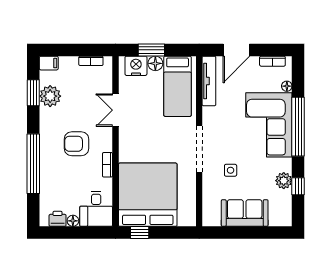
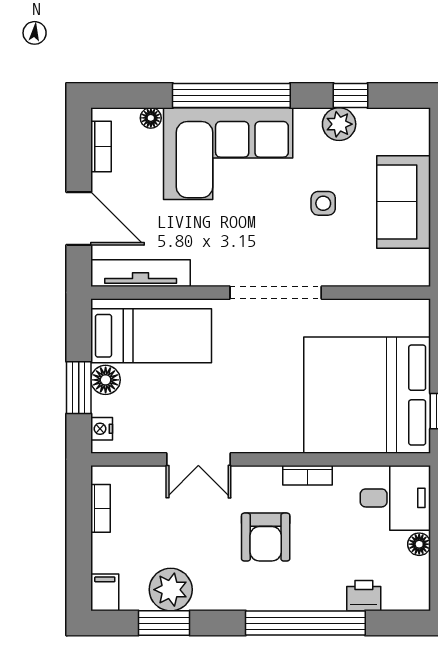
nightstand: (136, 66) -> (102, 429), width x0.53, depth x0.56
side table: (231, 170) -> (323, 203), moved
printer: (58, 219) -> (364, 596), moved, turned 90

